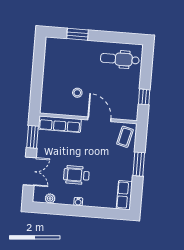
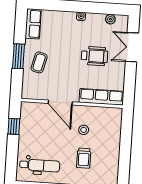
trolley: (78, 66) -> (84, 158), added
window: (33, 137) -> (130, 83), removed
coffee table: (125, 137) -> (39, 62), moved
wheelchair: (76, 175) -> (94, 56), moved

